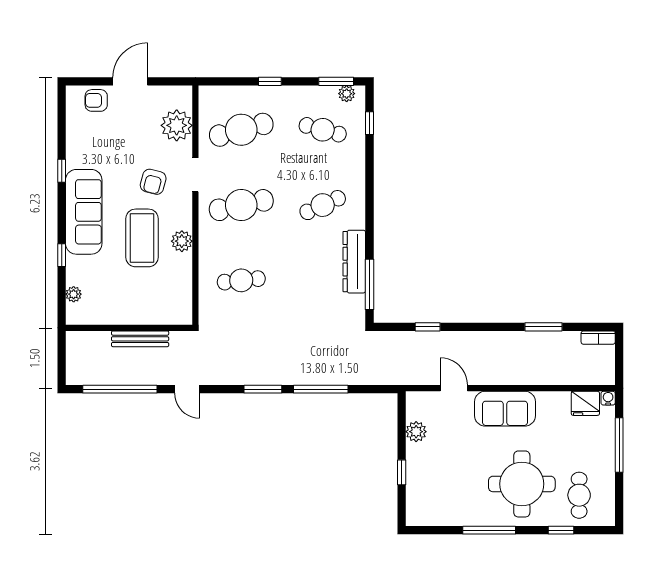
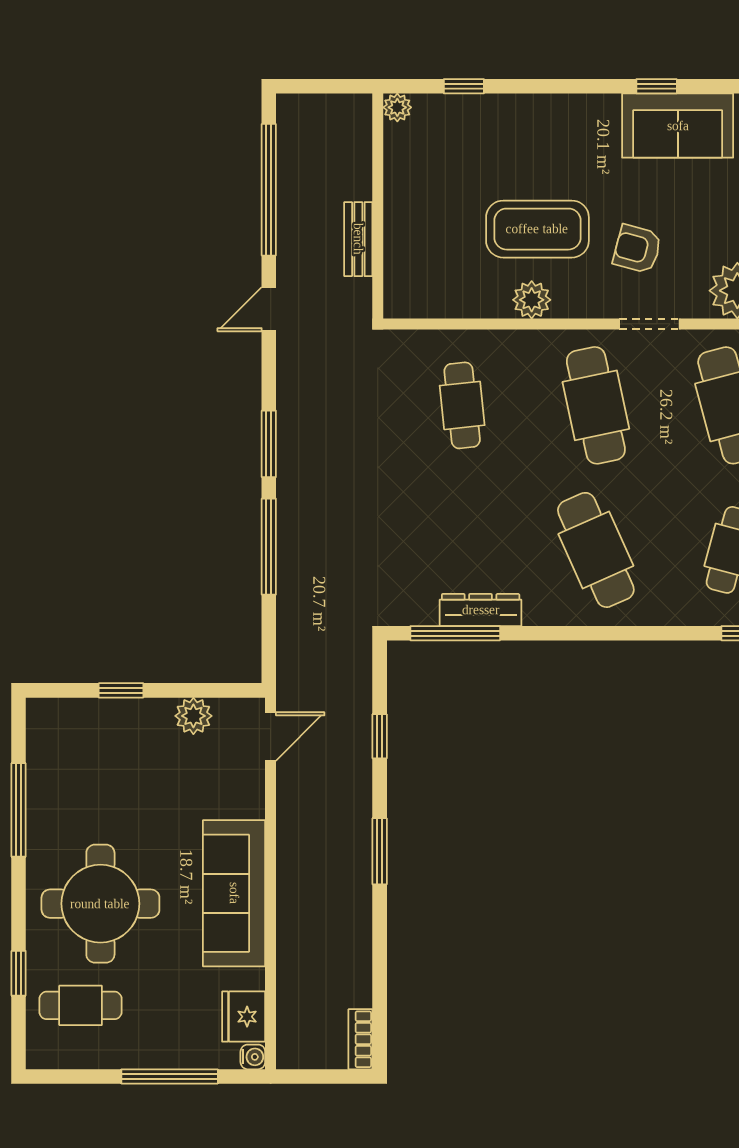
cafe table: (323, 205) -> (596, 550), width x1.37, depth x1.35
sofa: (84, 212) -> (678, 126), moved, width x0.73
window: (62, 255) -> (464, 86), moved
dresser: (354, 262) -> (481, 610), width x0.73, depth x0.80
plant: (74, 294) -> (397, 107), moved
window: (544, 327) -> (380, 851), moved
bench: (140, 339) -> (358, 239), width x0.73
door: (454, 388) -> (271, 737), moved
sofa: (505, 409) -> (234, 893), width x1.36
window: (489, 530) -> (19, 810), moved

